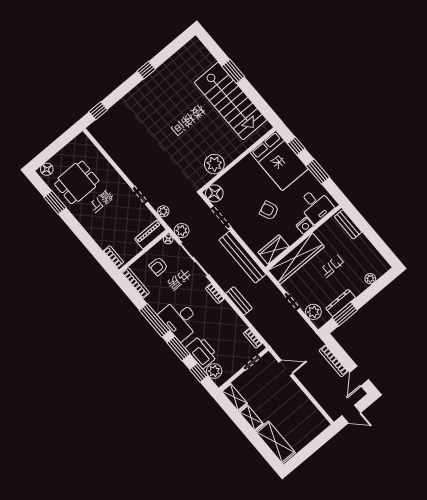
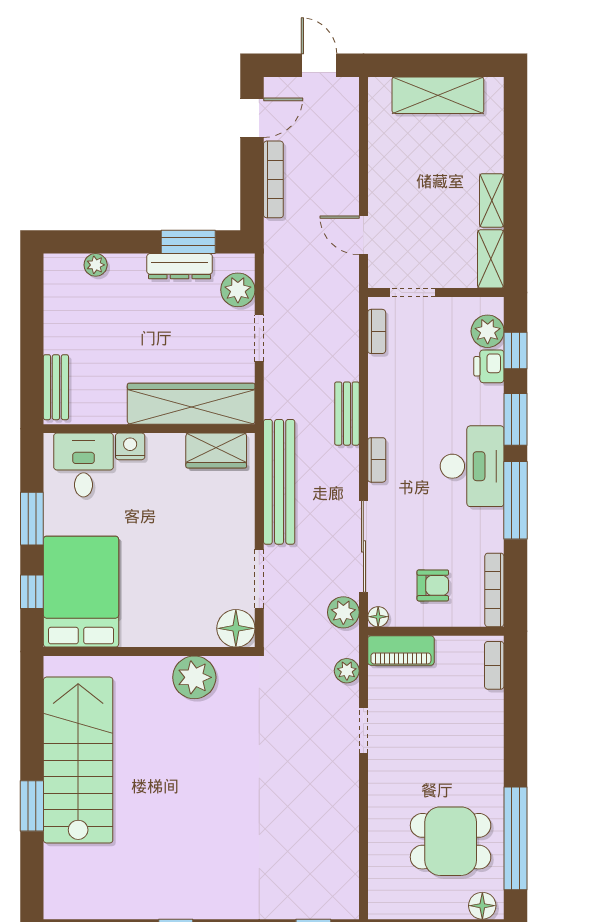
window: (55, 202) -> (515, 838), width x2.11
armchair: (269, 210) -> (169, 522), removed
printer: (202, 352) -> (489, 366), width x0.53, depth x0.68
shelving: (276, 442) -> (438, 95), moved, turned 90

